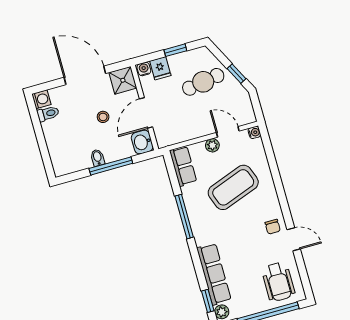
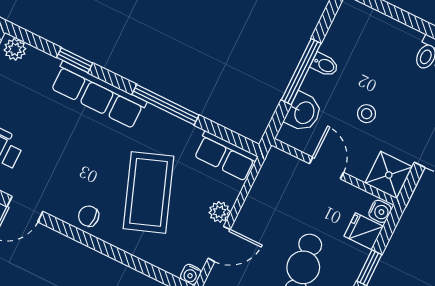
door: (146, 113) -> (326, 168), width x0.73
washbasin: (142, 142) -> (304, 112), moved, turned 90
chair: (273, 227) -> (89, 216), moved
row of seats: (214, 274) -> (98, 95), moved
window: (208, 301) -> (75, 60), moved

